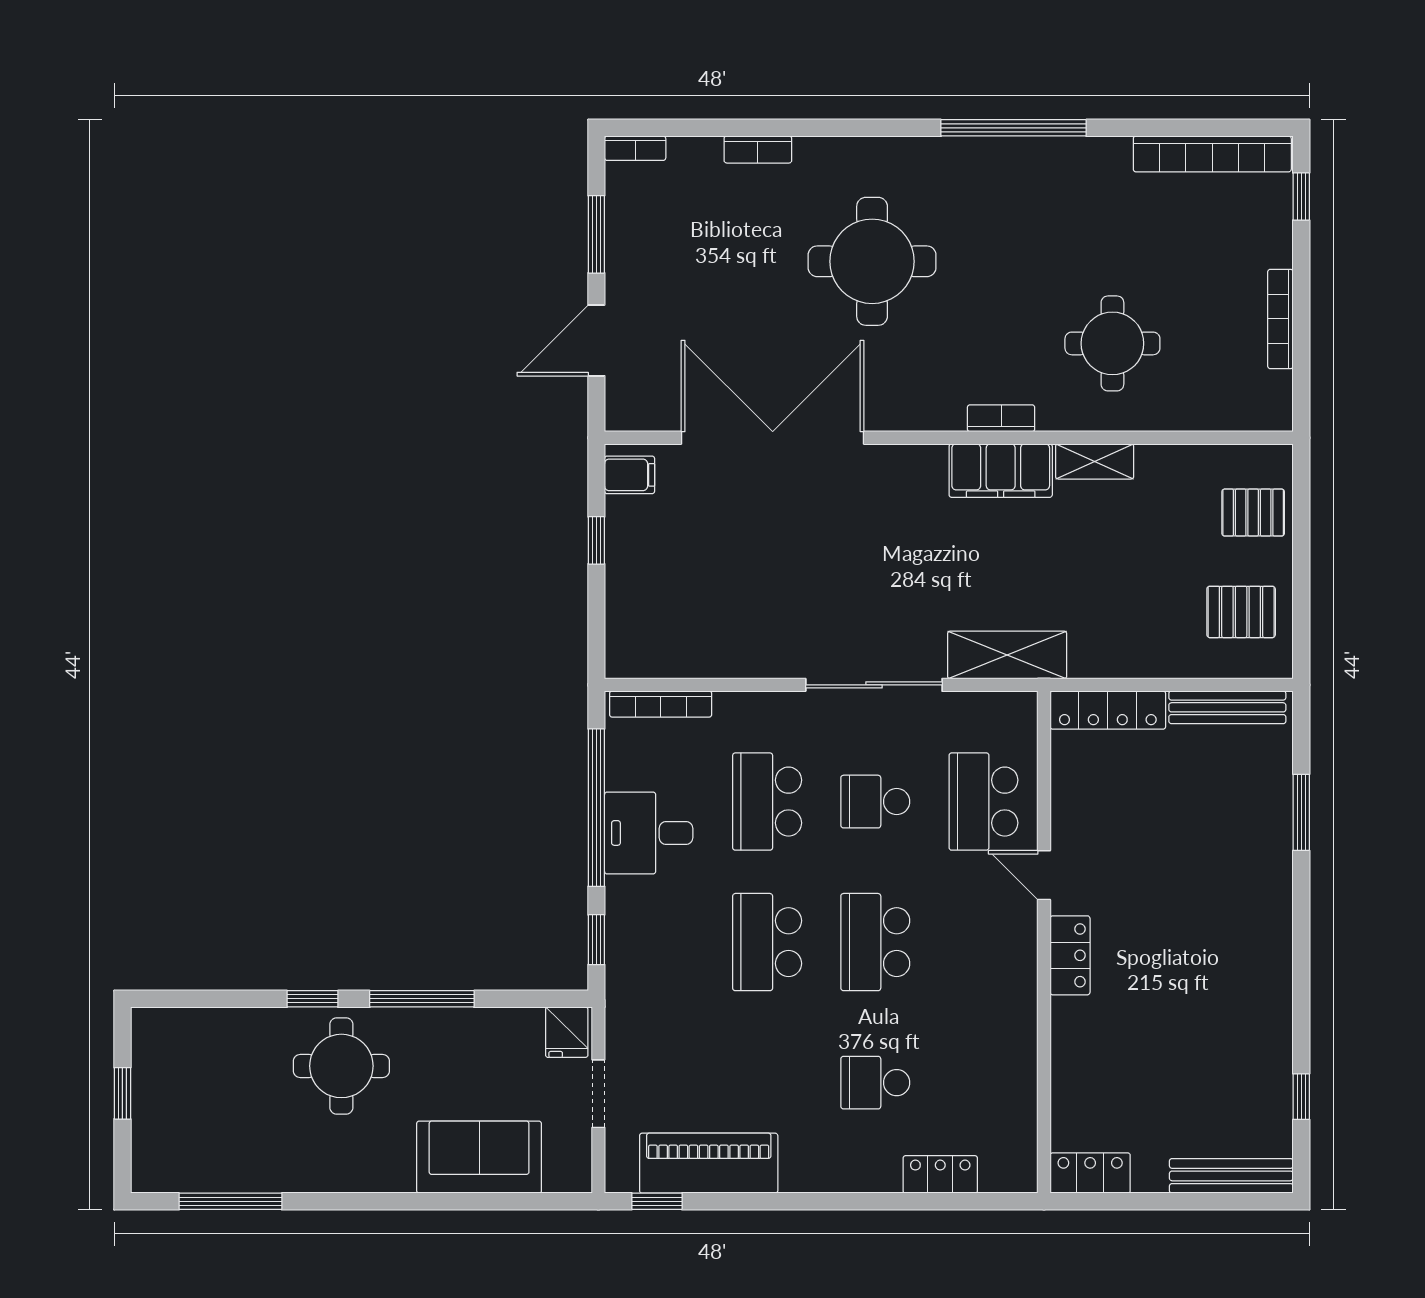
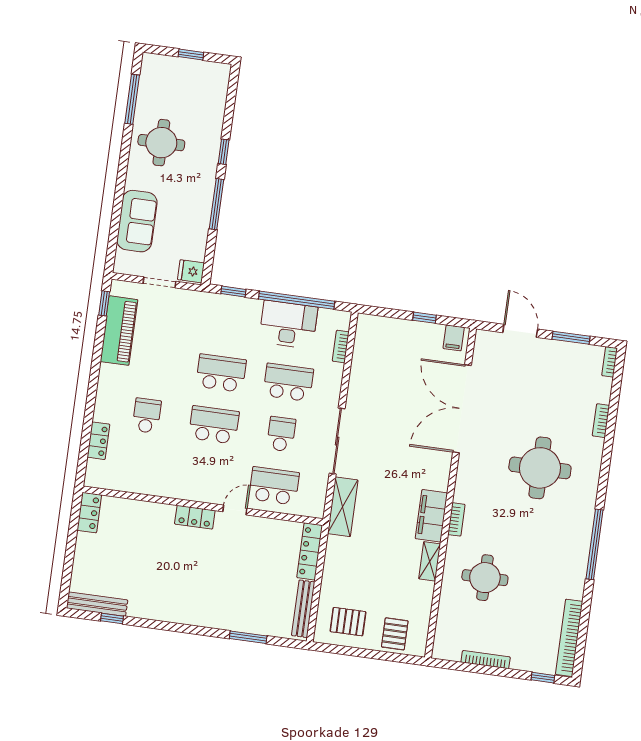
double door: (773, 438) -> (462, 409), swing flipped
pallet: (1241, 612) -> (348, 622), turned 90
bookcase: (661, 704) -> (341, 347), width x0.64
desk: (649, 833) -> (288, 325), width x1.37
round table: (341, 1066) -> (161, 143), moved
bench: (1231, 1176) -> (97, 604), moved, turned 90

